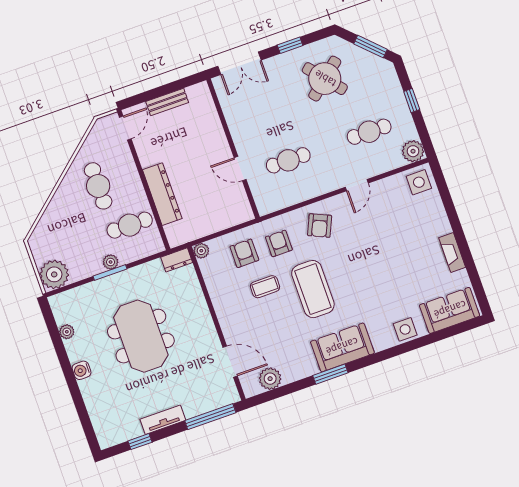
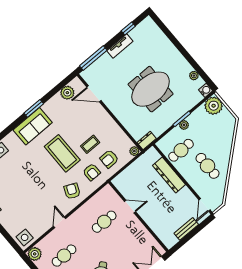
armchair: (244, 253) -> (109, 159), turned 90
meeting table: (141, 336) -> (151, 89), turned 90
water cooler: (82, 370) -> (206, 90), moved

